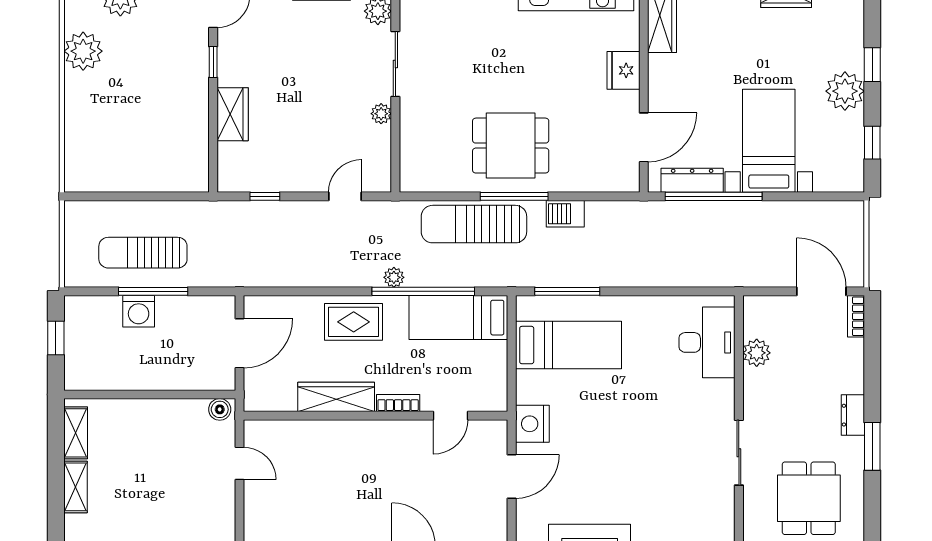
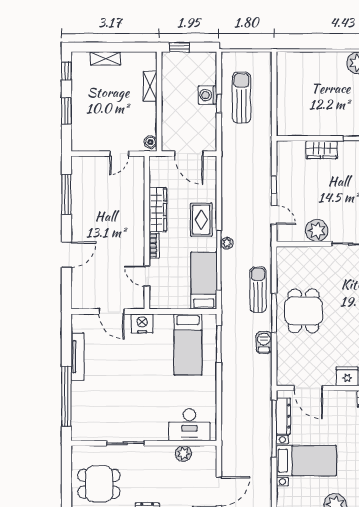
plant: (381, 114) -> (317, 231), width x1.88, depth x1.88
window: (265, 196) -> (274, 184), moved
sun lounger: (474, 224) -> (258, 290), width x0.73, depth x0.75
window: (153, 291) -> (219, 103), width x0.46
window: (56, 338) -> (179, 47), moved
shelving: (76, 433) -> (150, 86), moved, turned 90

